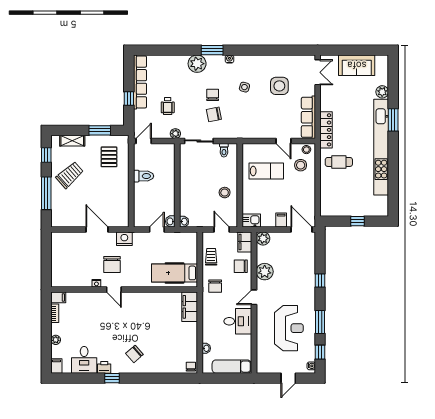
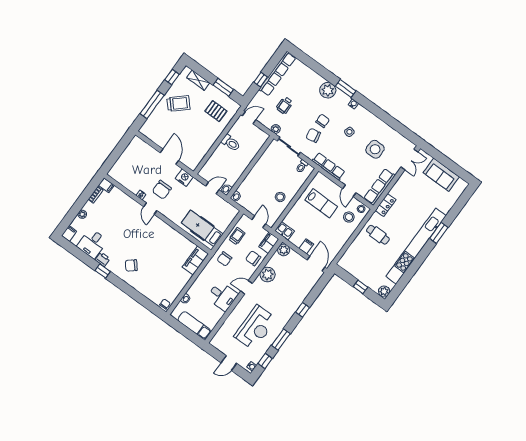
plant: (382, 92) -> (384, 291), moved
locker: (326, 130) -> (386, 205), width x0.66
row of seats: (248, 132) -> (329, 166), added
pallet: (109, 157) -> (216, 111), turned 90

